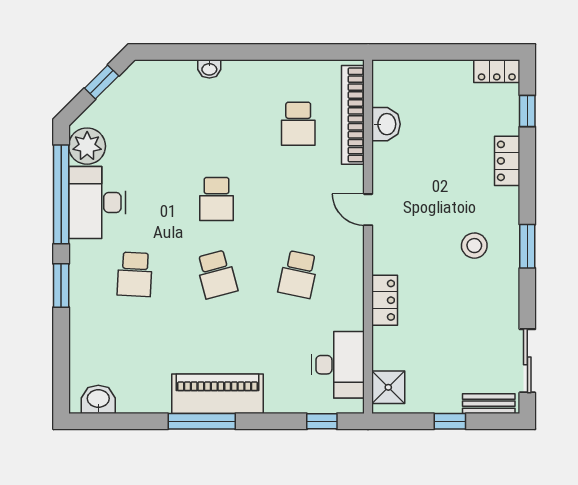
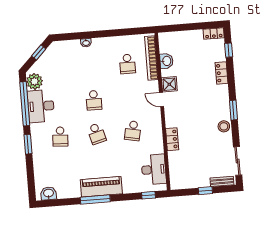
stool: (474, 246) -> (224, 126), moved
shower: (388, 387) -> (169, 84), moved

